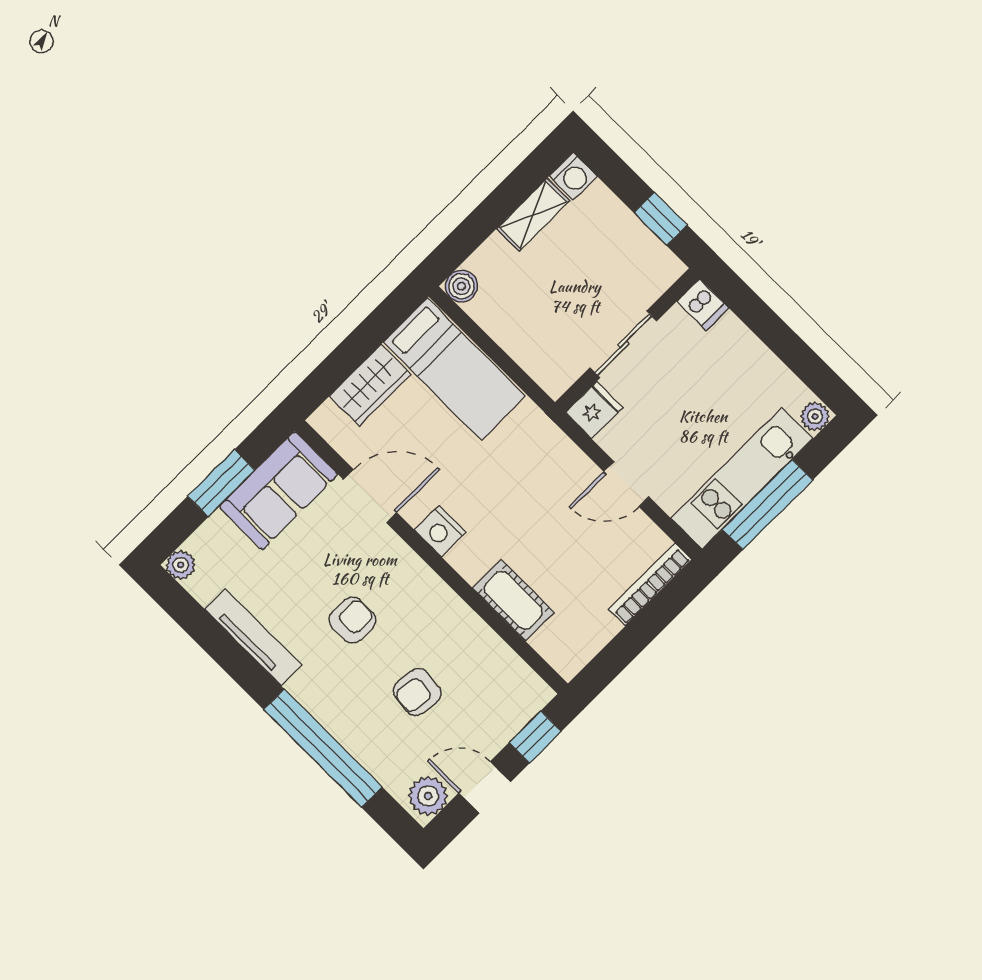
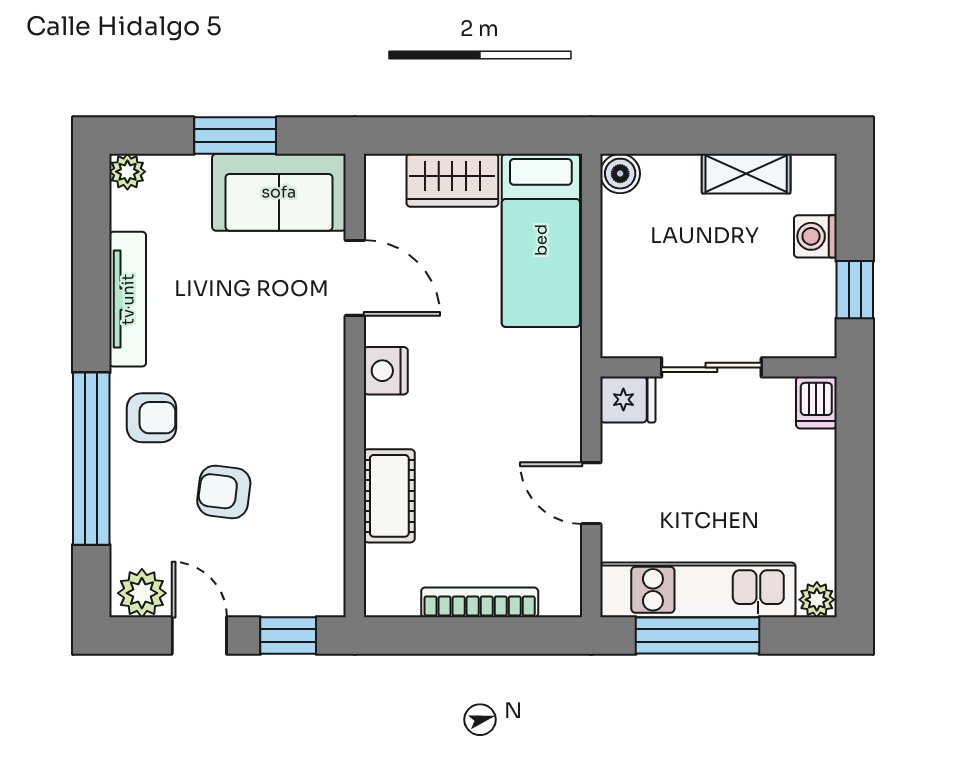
washing machine: (573, 176) -> (815, 236), moved, turned 90
bookcase: (650, 584) -> (480, 602), moved
armchair: (352, 620) -> (152, 418), moved

